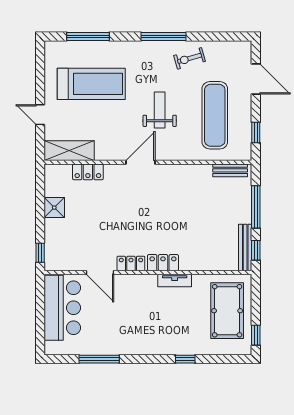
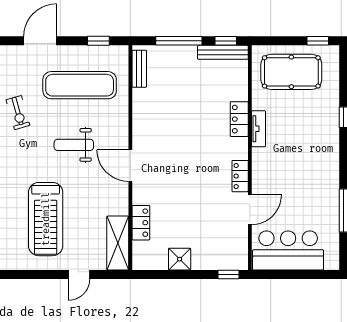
treadmill: (91, 84) -> (46, 219), turned 180
locker: (163, 263) -> (239, 119), moved

